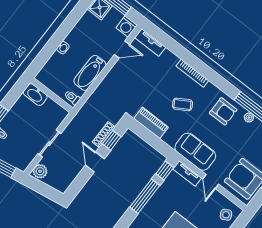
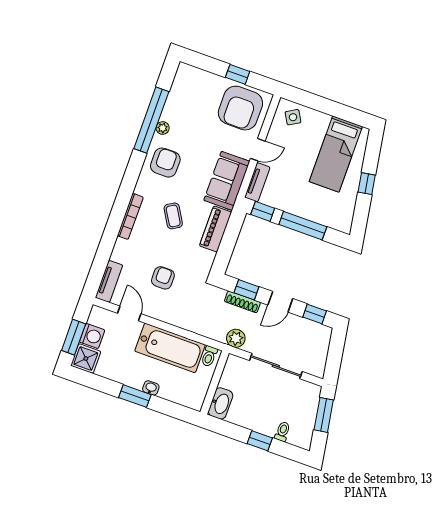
washing machine: (127, 27) -> (92, 336), moved
window: (61, 34) -> (135, 396), added
bathtub: (90, 73) -> (170, 348), width x1.36, depth x1.36
armchair: (140, 82) -> (163, 278), added
piano: (151, 123) -> (215, 229), moved
sliding door: (49, 144) -> (276, 366), width x1.37
plant: (40, 171) -> (236, 338), moved
window: (78, 184) -> (315, 314), added

